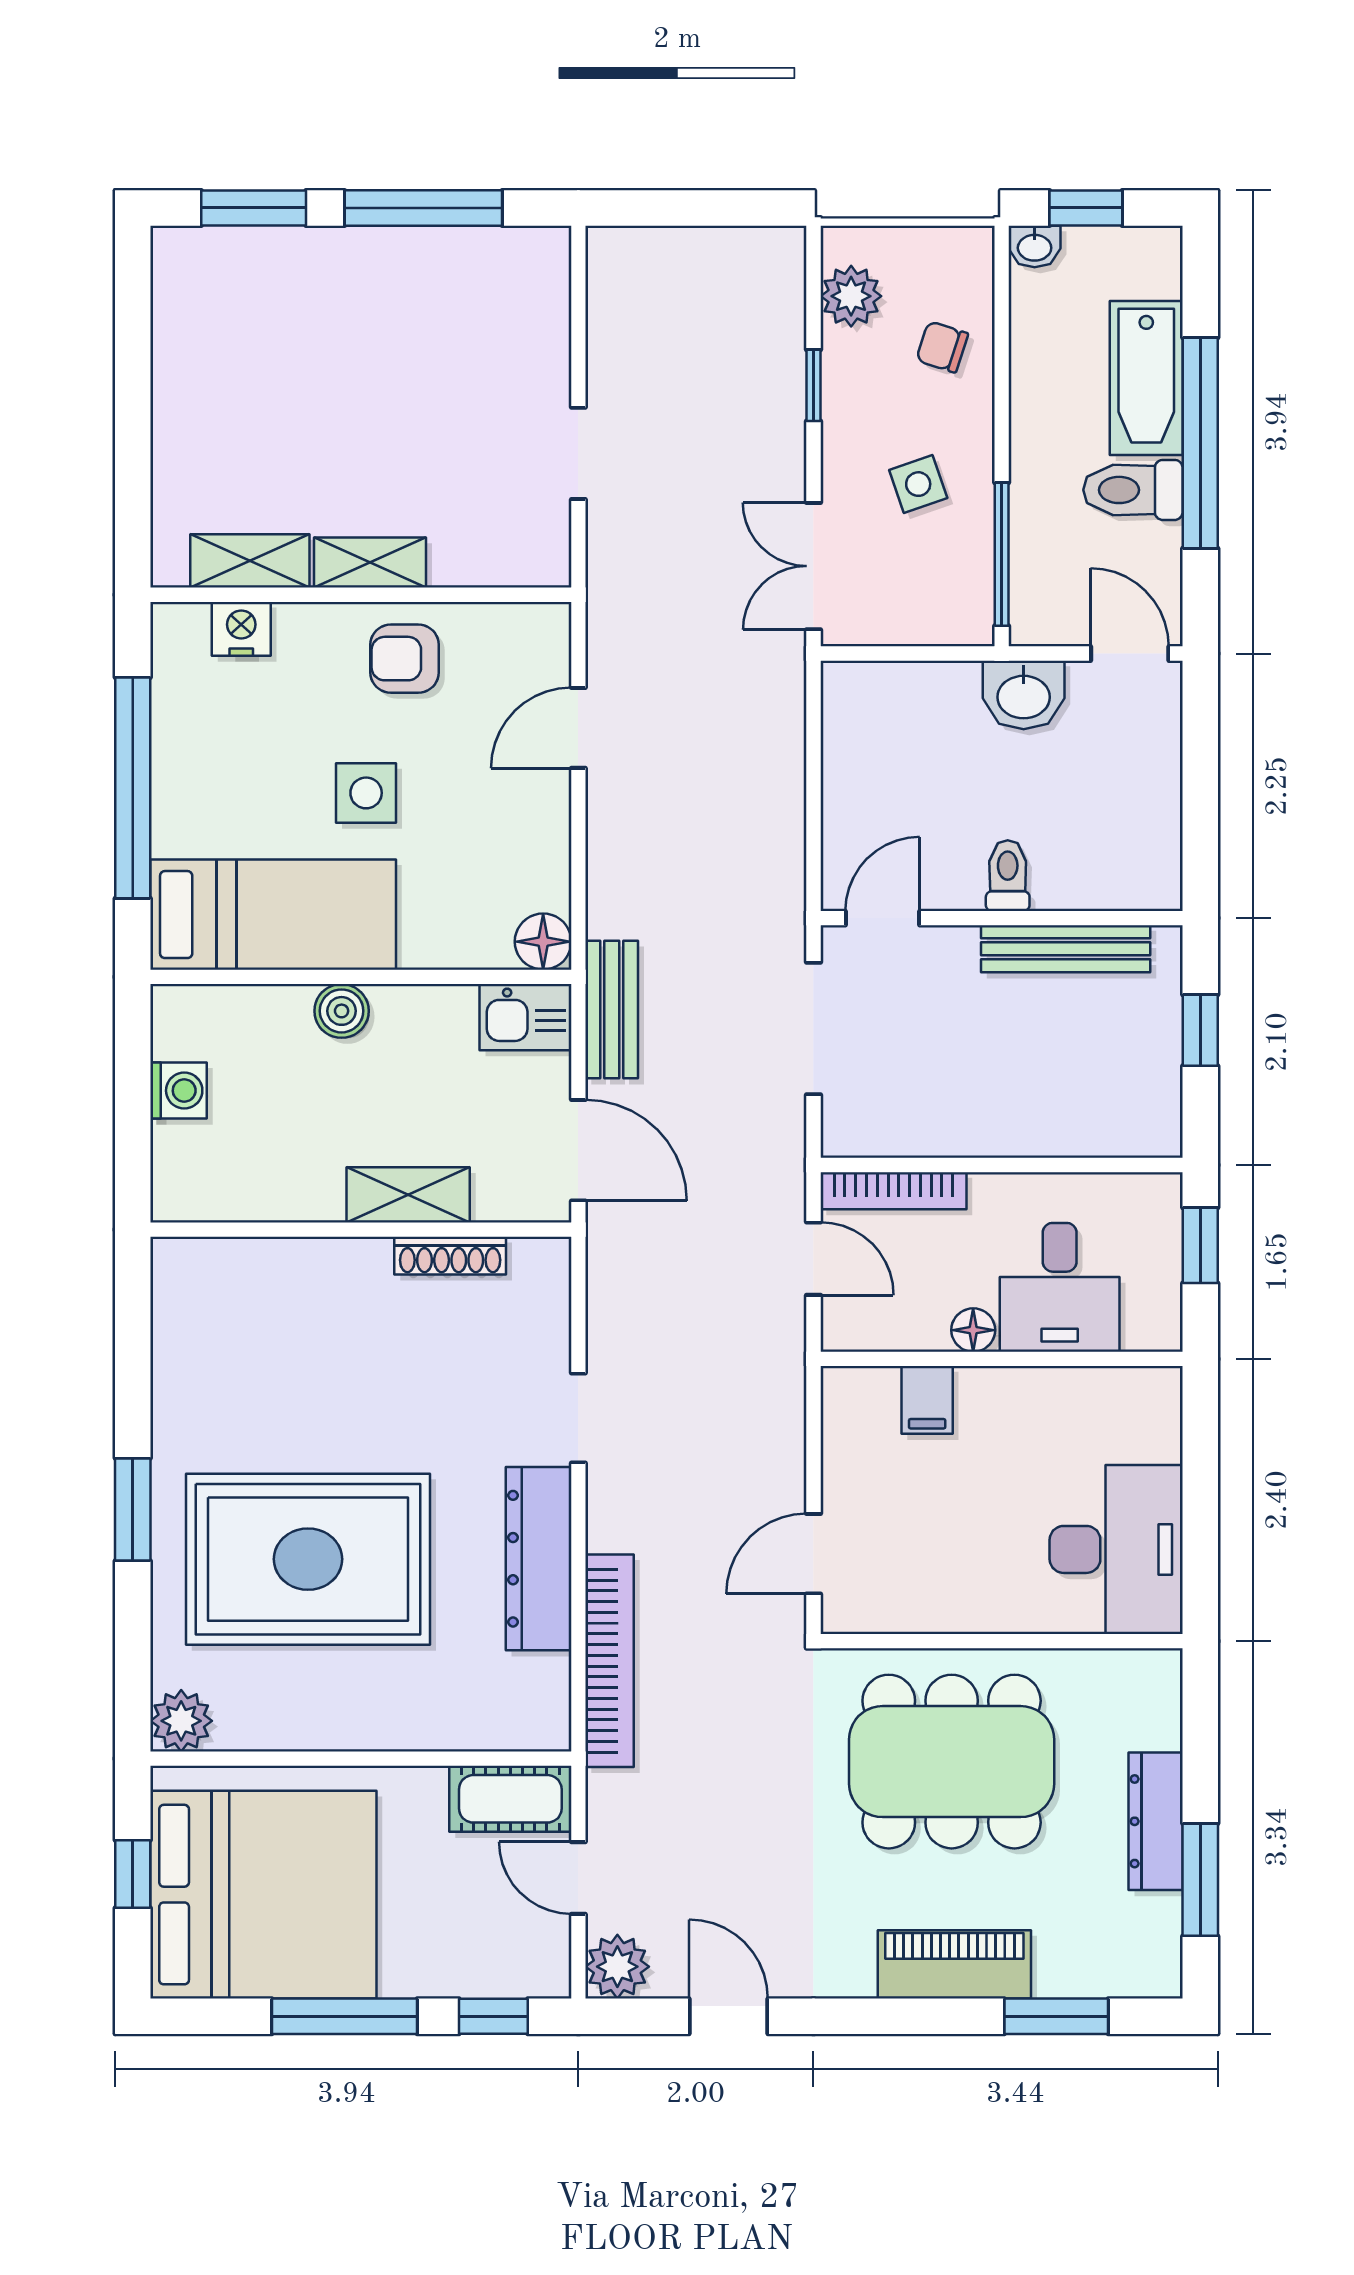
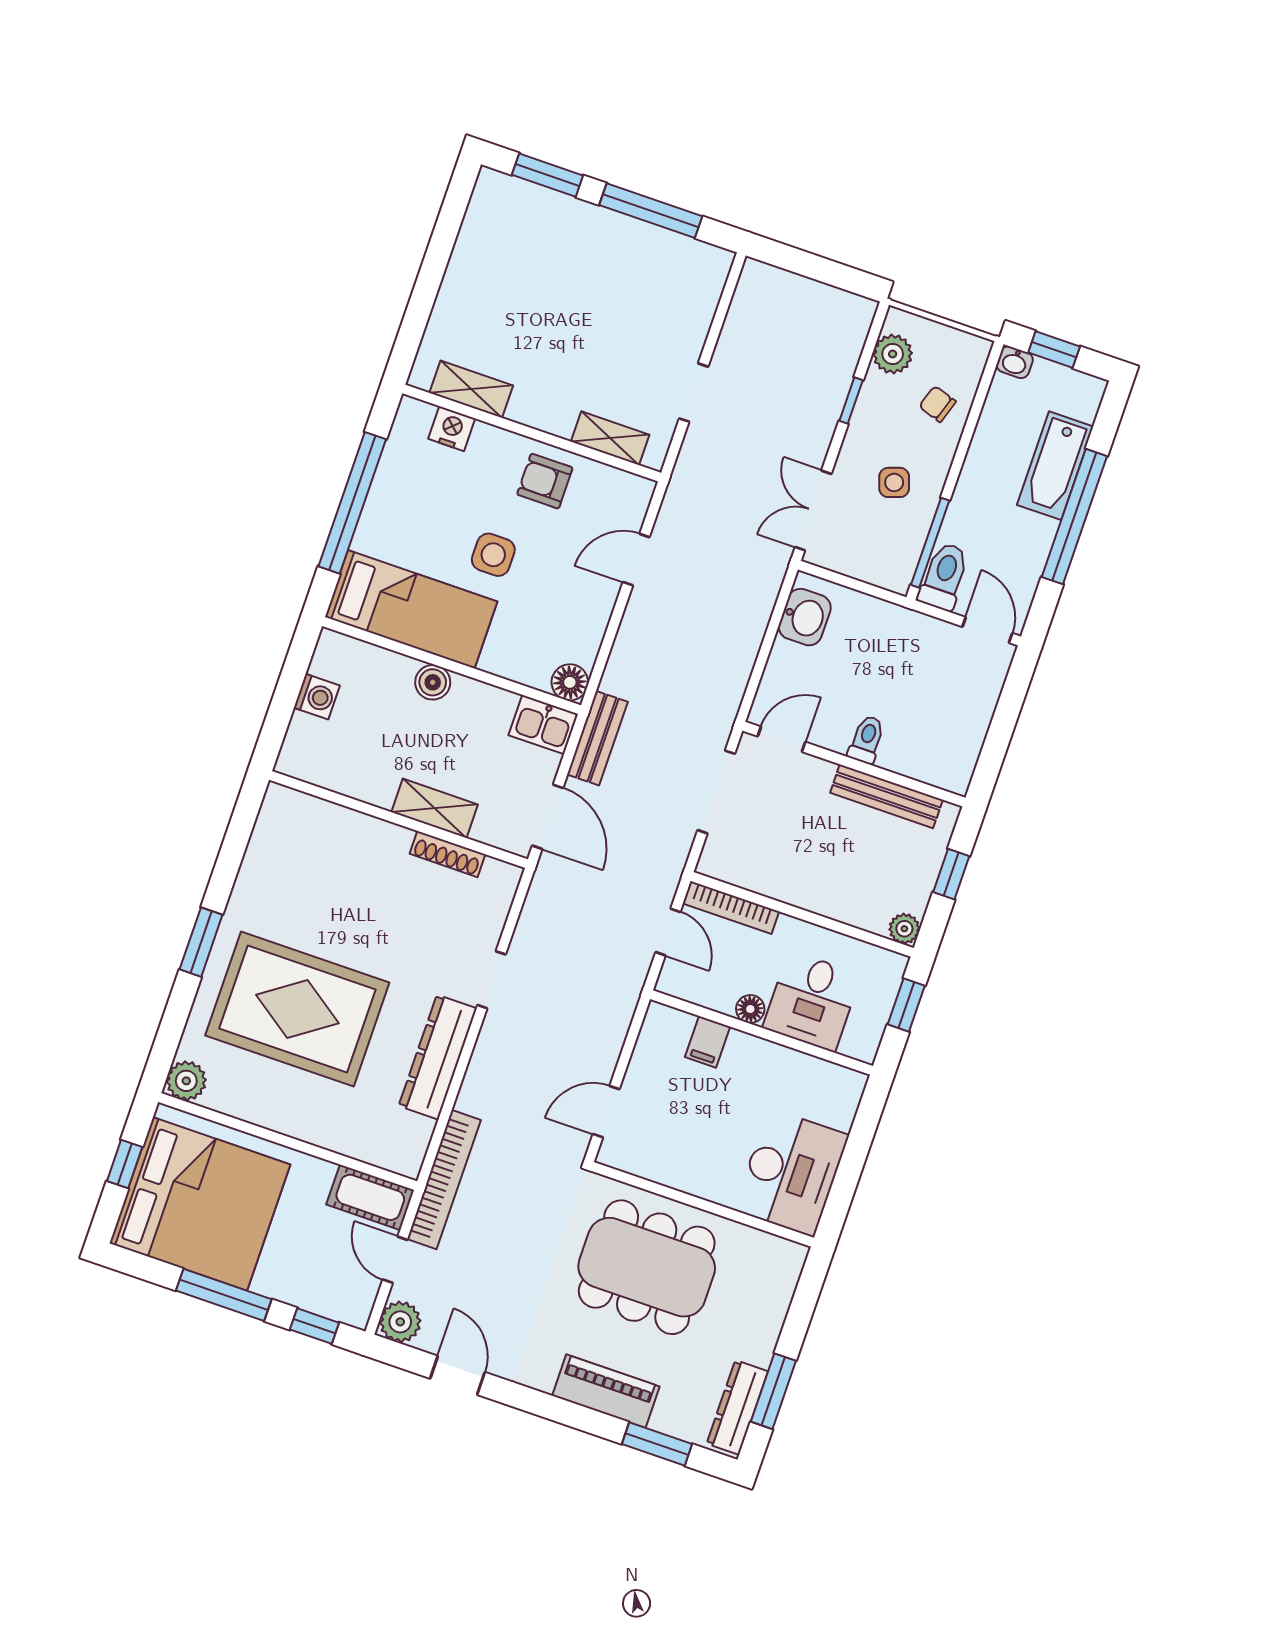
toilet: (1133, 490) -> (944, 576), moved, turned 90
shelving: (370, 563) -> (610, 438), moved
washbasin: (1024, 695) -> (805, 617), moved, turned -90
plant: (1159, 1134) -> (904, 929), added
bookcase: (610, 1661) -> (444, 1179), moved
dresser: (1156, 1821) -> (737, 1407), moved

